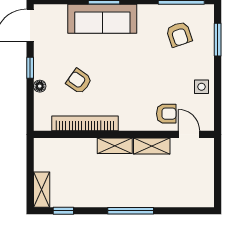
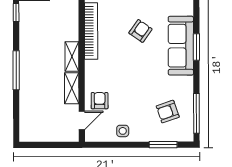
armchair: (79, 81) -> (140, 31), moved
armchair: (166, 114) -> (100, 101), turned 180

